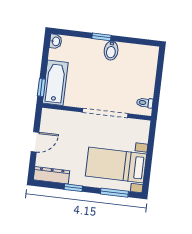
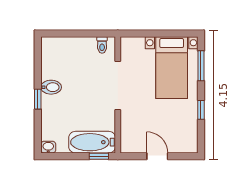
dresser: (52, 175) -> (191, 134), removed

